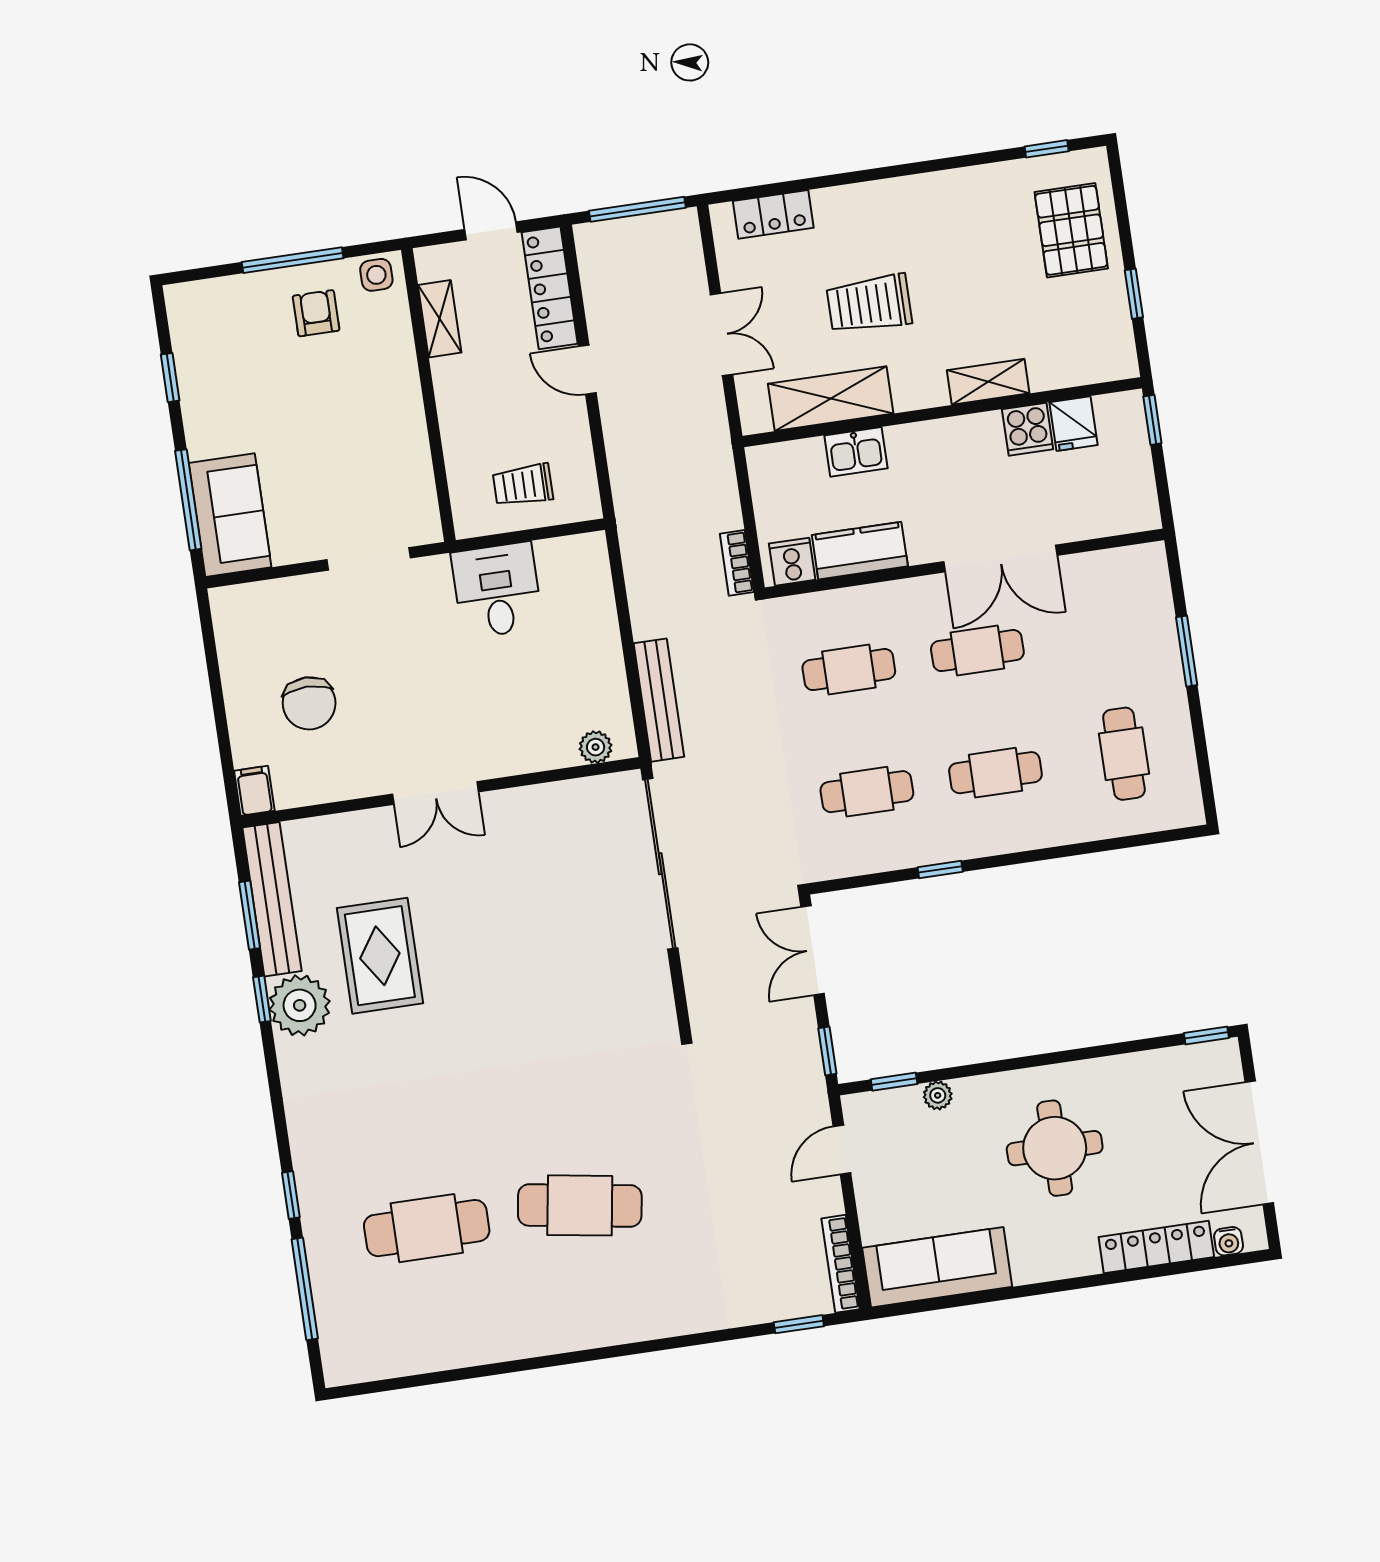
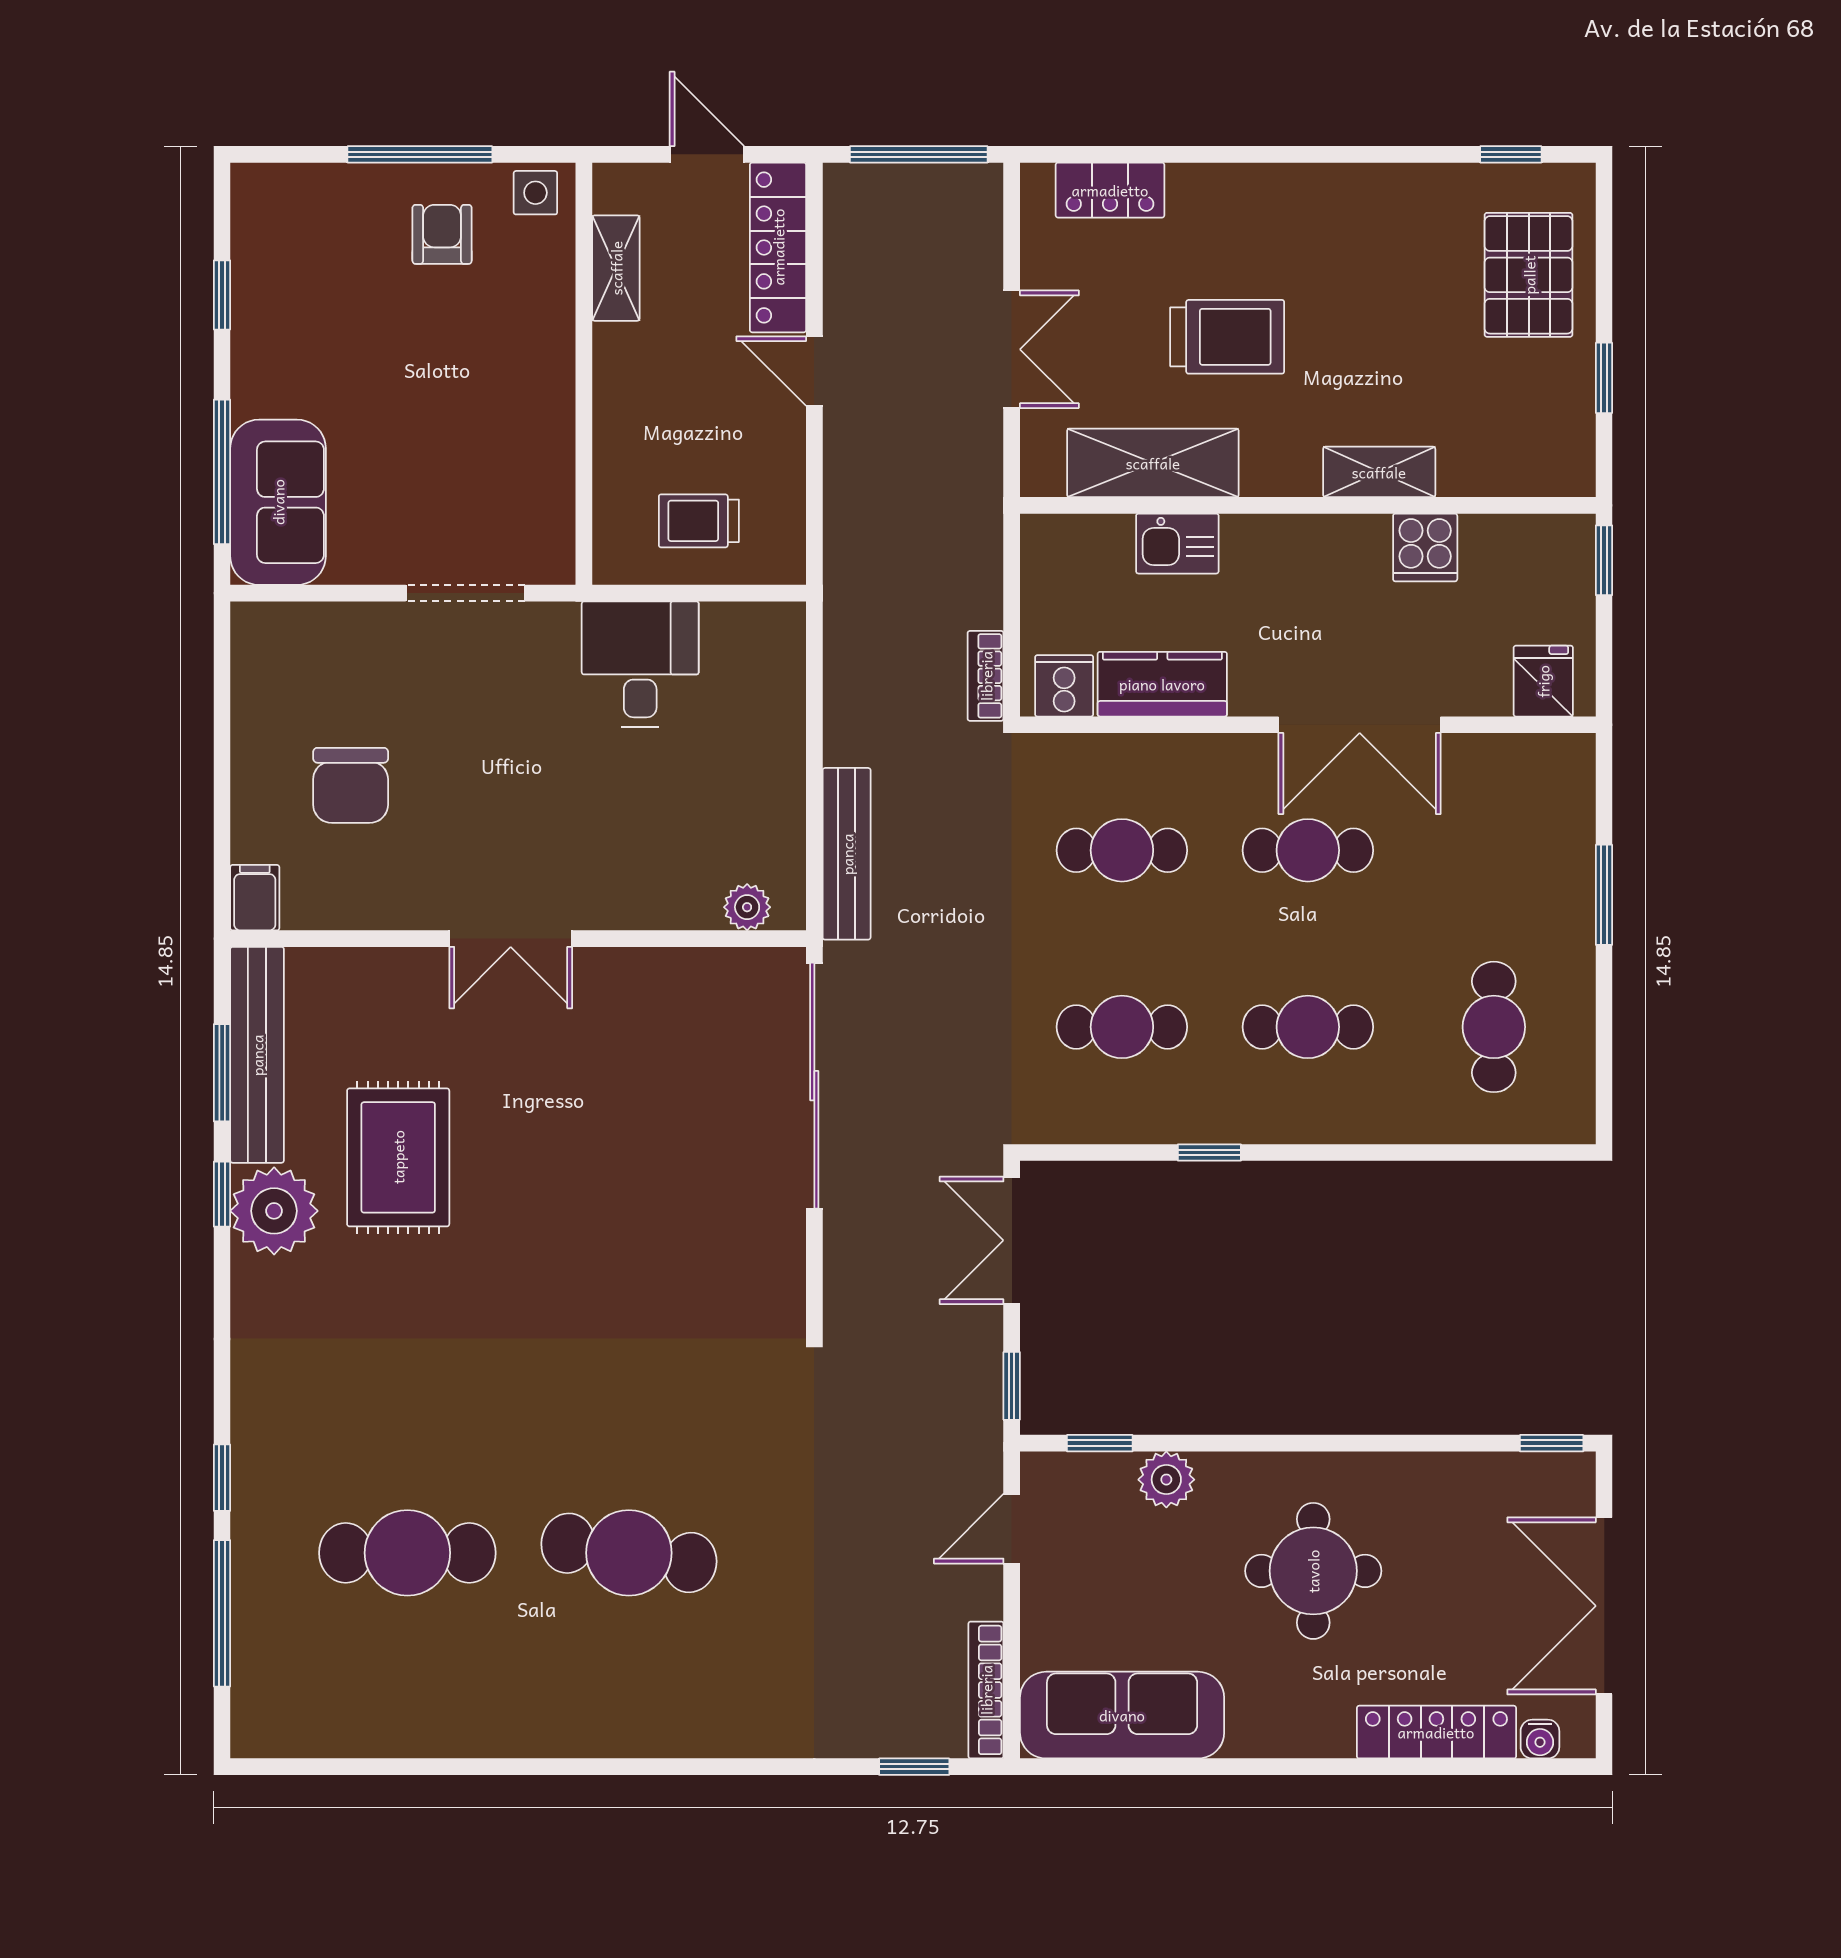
trolley: (869, 304) -> (1227, 337), turned 180
fridge: (1073, 424) -> (1543, 681), moved, turned 180
plant: (938, 1095) -> (1166, 1480), width x1.38, depth x1.38

